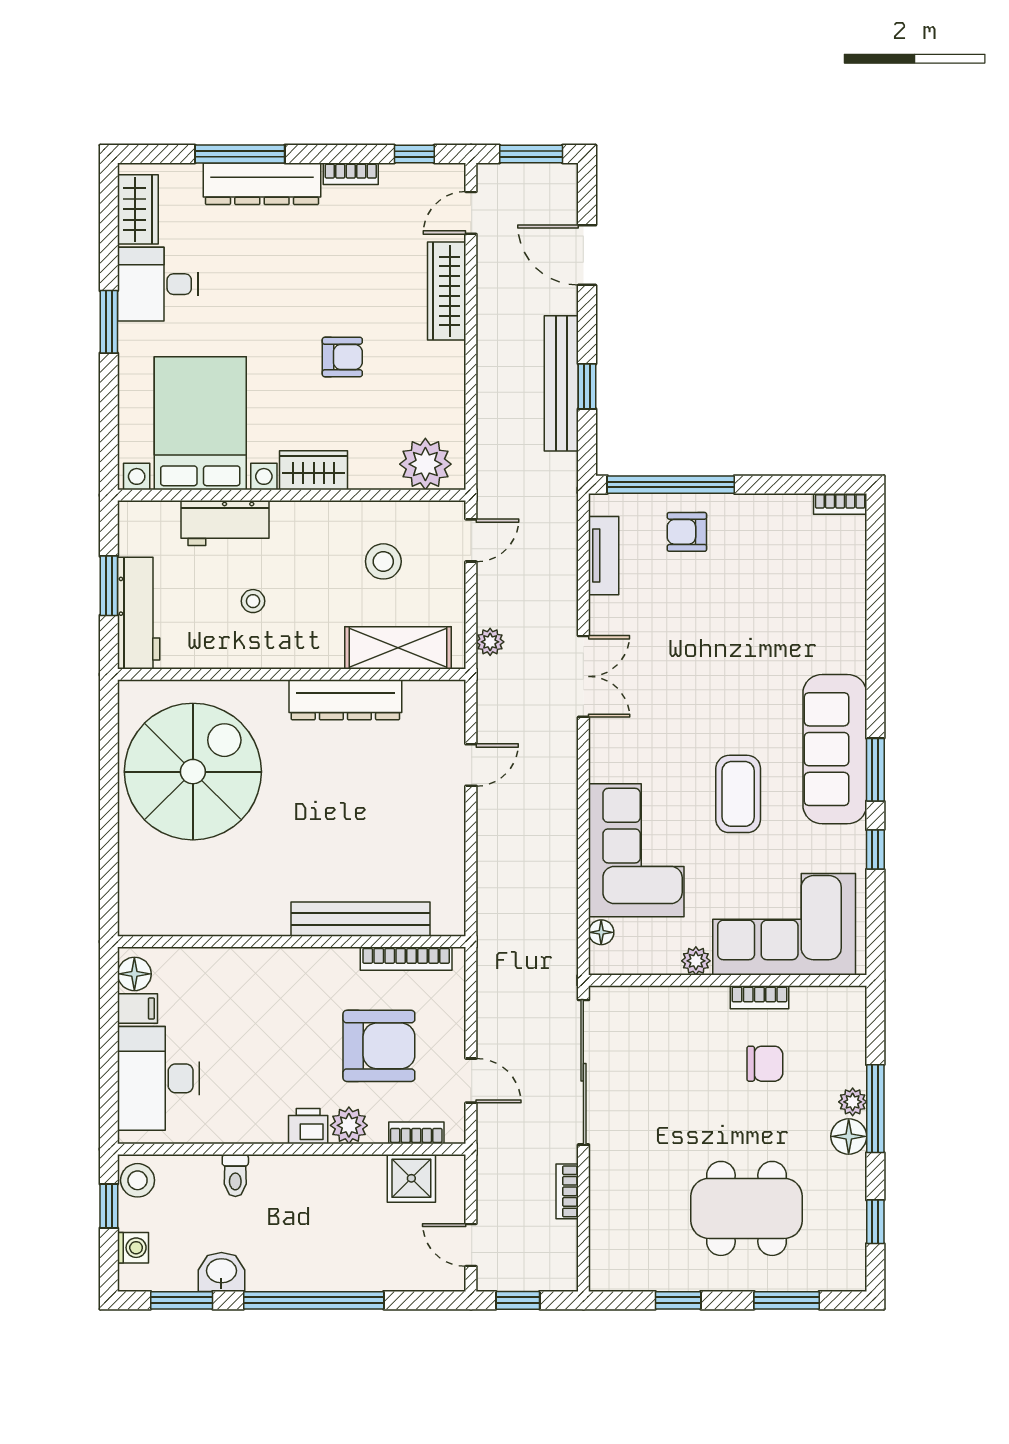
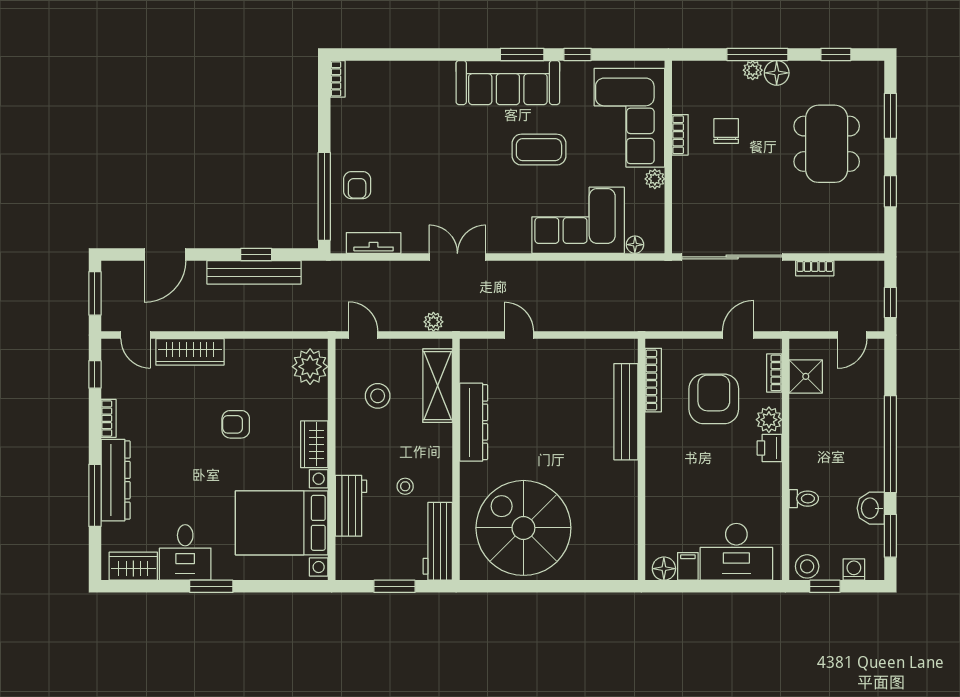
armchair: (342, 357) -> (236, 424), turned -90
workbench: (139, 613) -> (438, 541), moved, turned -90

